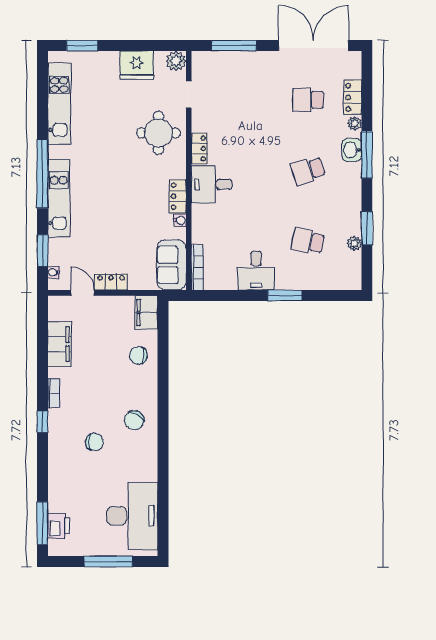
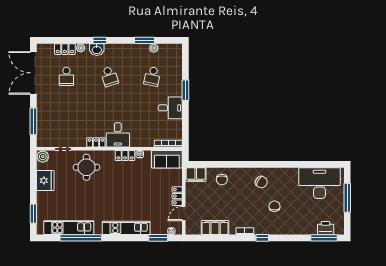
window: (367, 155) -> (100, 40), width x0.46
window: (42, 174) -> (81, 238), moved

